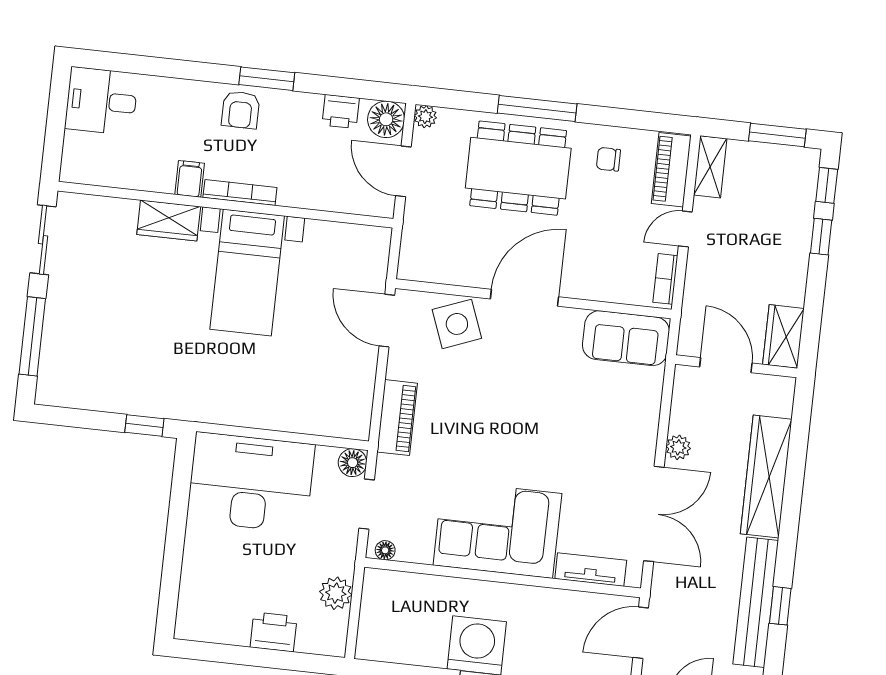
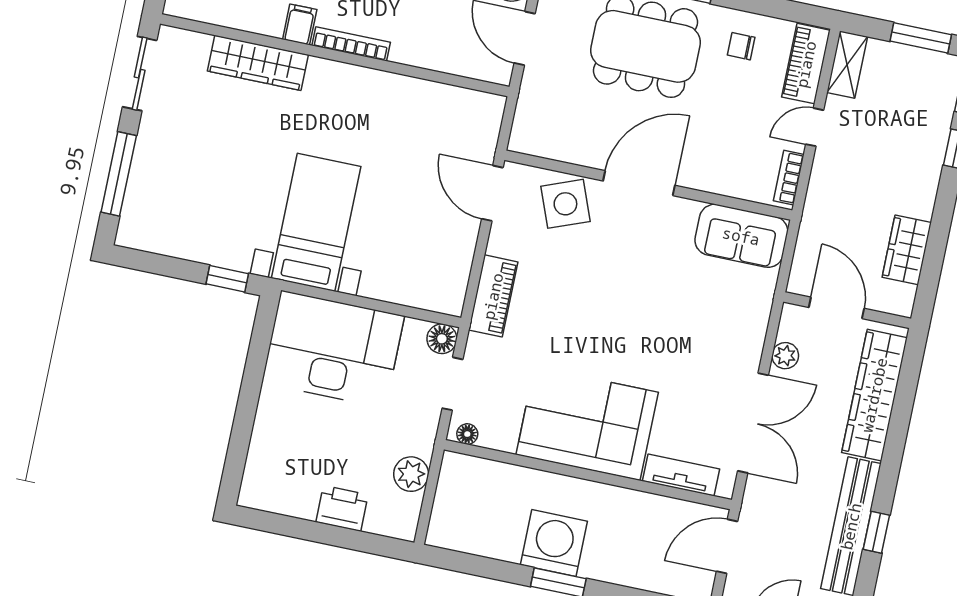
wardrobe: (169, 221) -> (258, 63), width x1.50
bed with nightstands: (247, 273) -> (316, 222), moved, turned 180
door: (726, 365) -> (837, 308), moved
wall: (736, 366) -> (847, 310), moved

